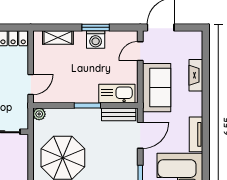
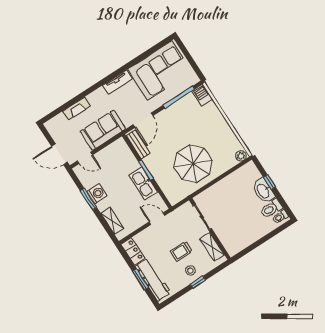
kitchen sink: (117, 94) -> (143, 184), moved
plant: (39, 114) -> (173, 200), removed
door: (140, 135) -> (143, 120), swing flipped

